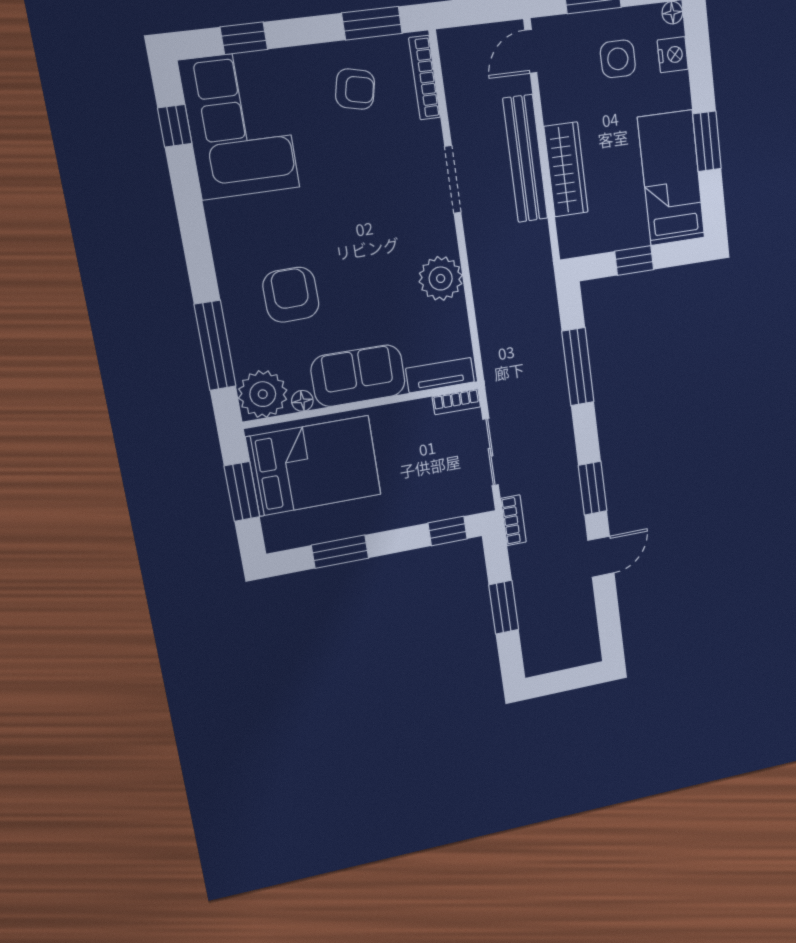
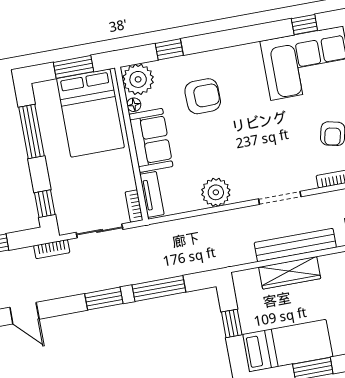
window: (215, 345) -> (169, 49), width x0.46
window: (593, 488) -> (104, 299), moved
window: (340, 552) -> (32, 131), width x1.44

